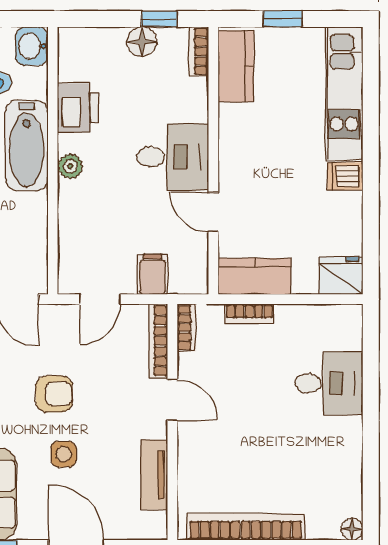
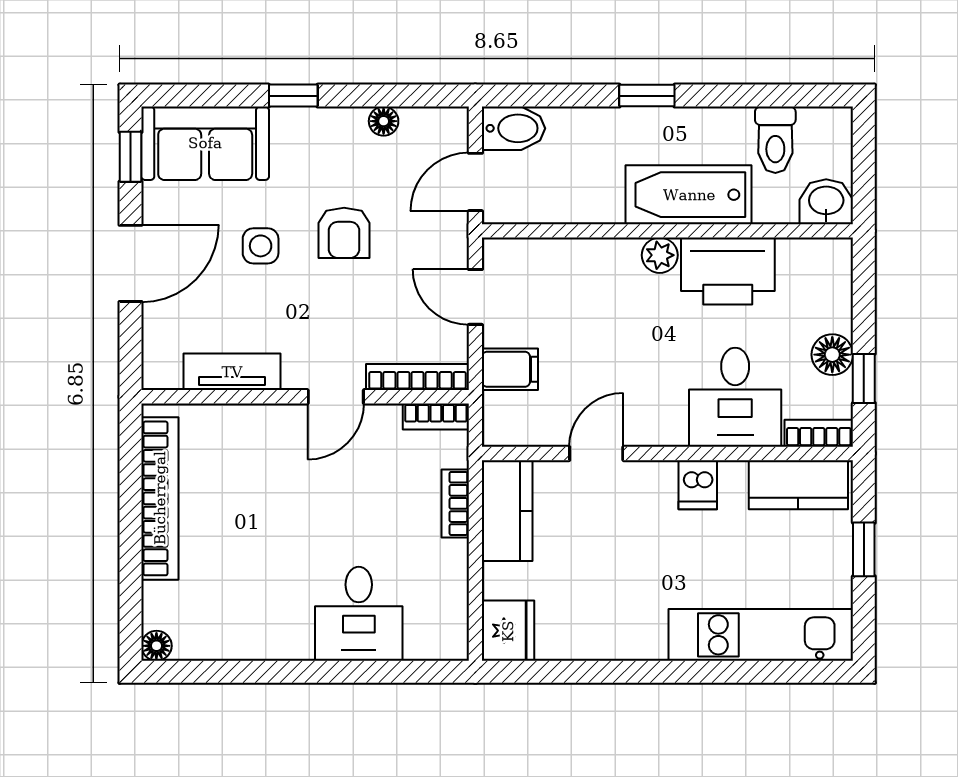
printer: (78, 108) -> (728, 271), width x1.37, depth x1.19
desk: (173, 157) -> (735, 397), moved
dishwasher: (345, 176) -> (698, 485), moved, turned 180

